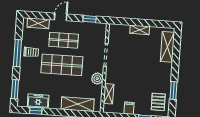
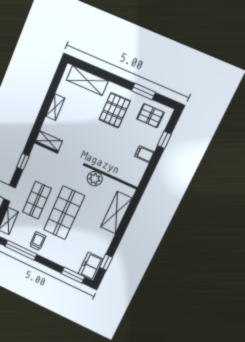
window: (17, 53) -> (21, 250), moved
pallet: (153, 75) -> (115, 110), added
shelving: (109, 94) -> (49, 141), moved
freezer: (38, 101) -> (91, 266), moved

